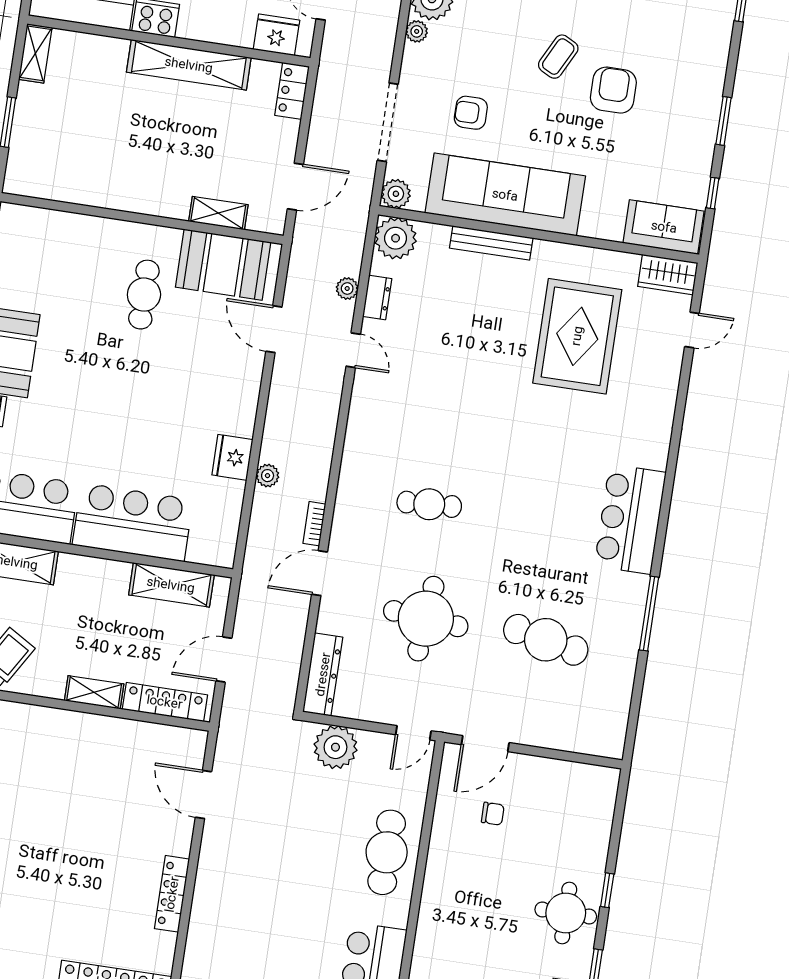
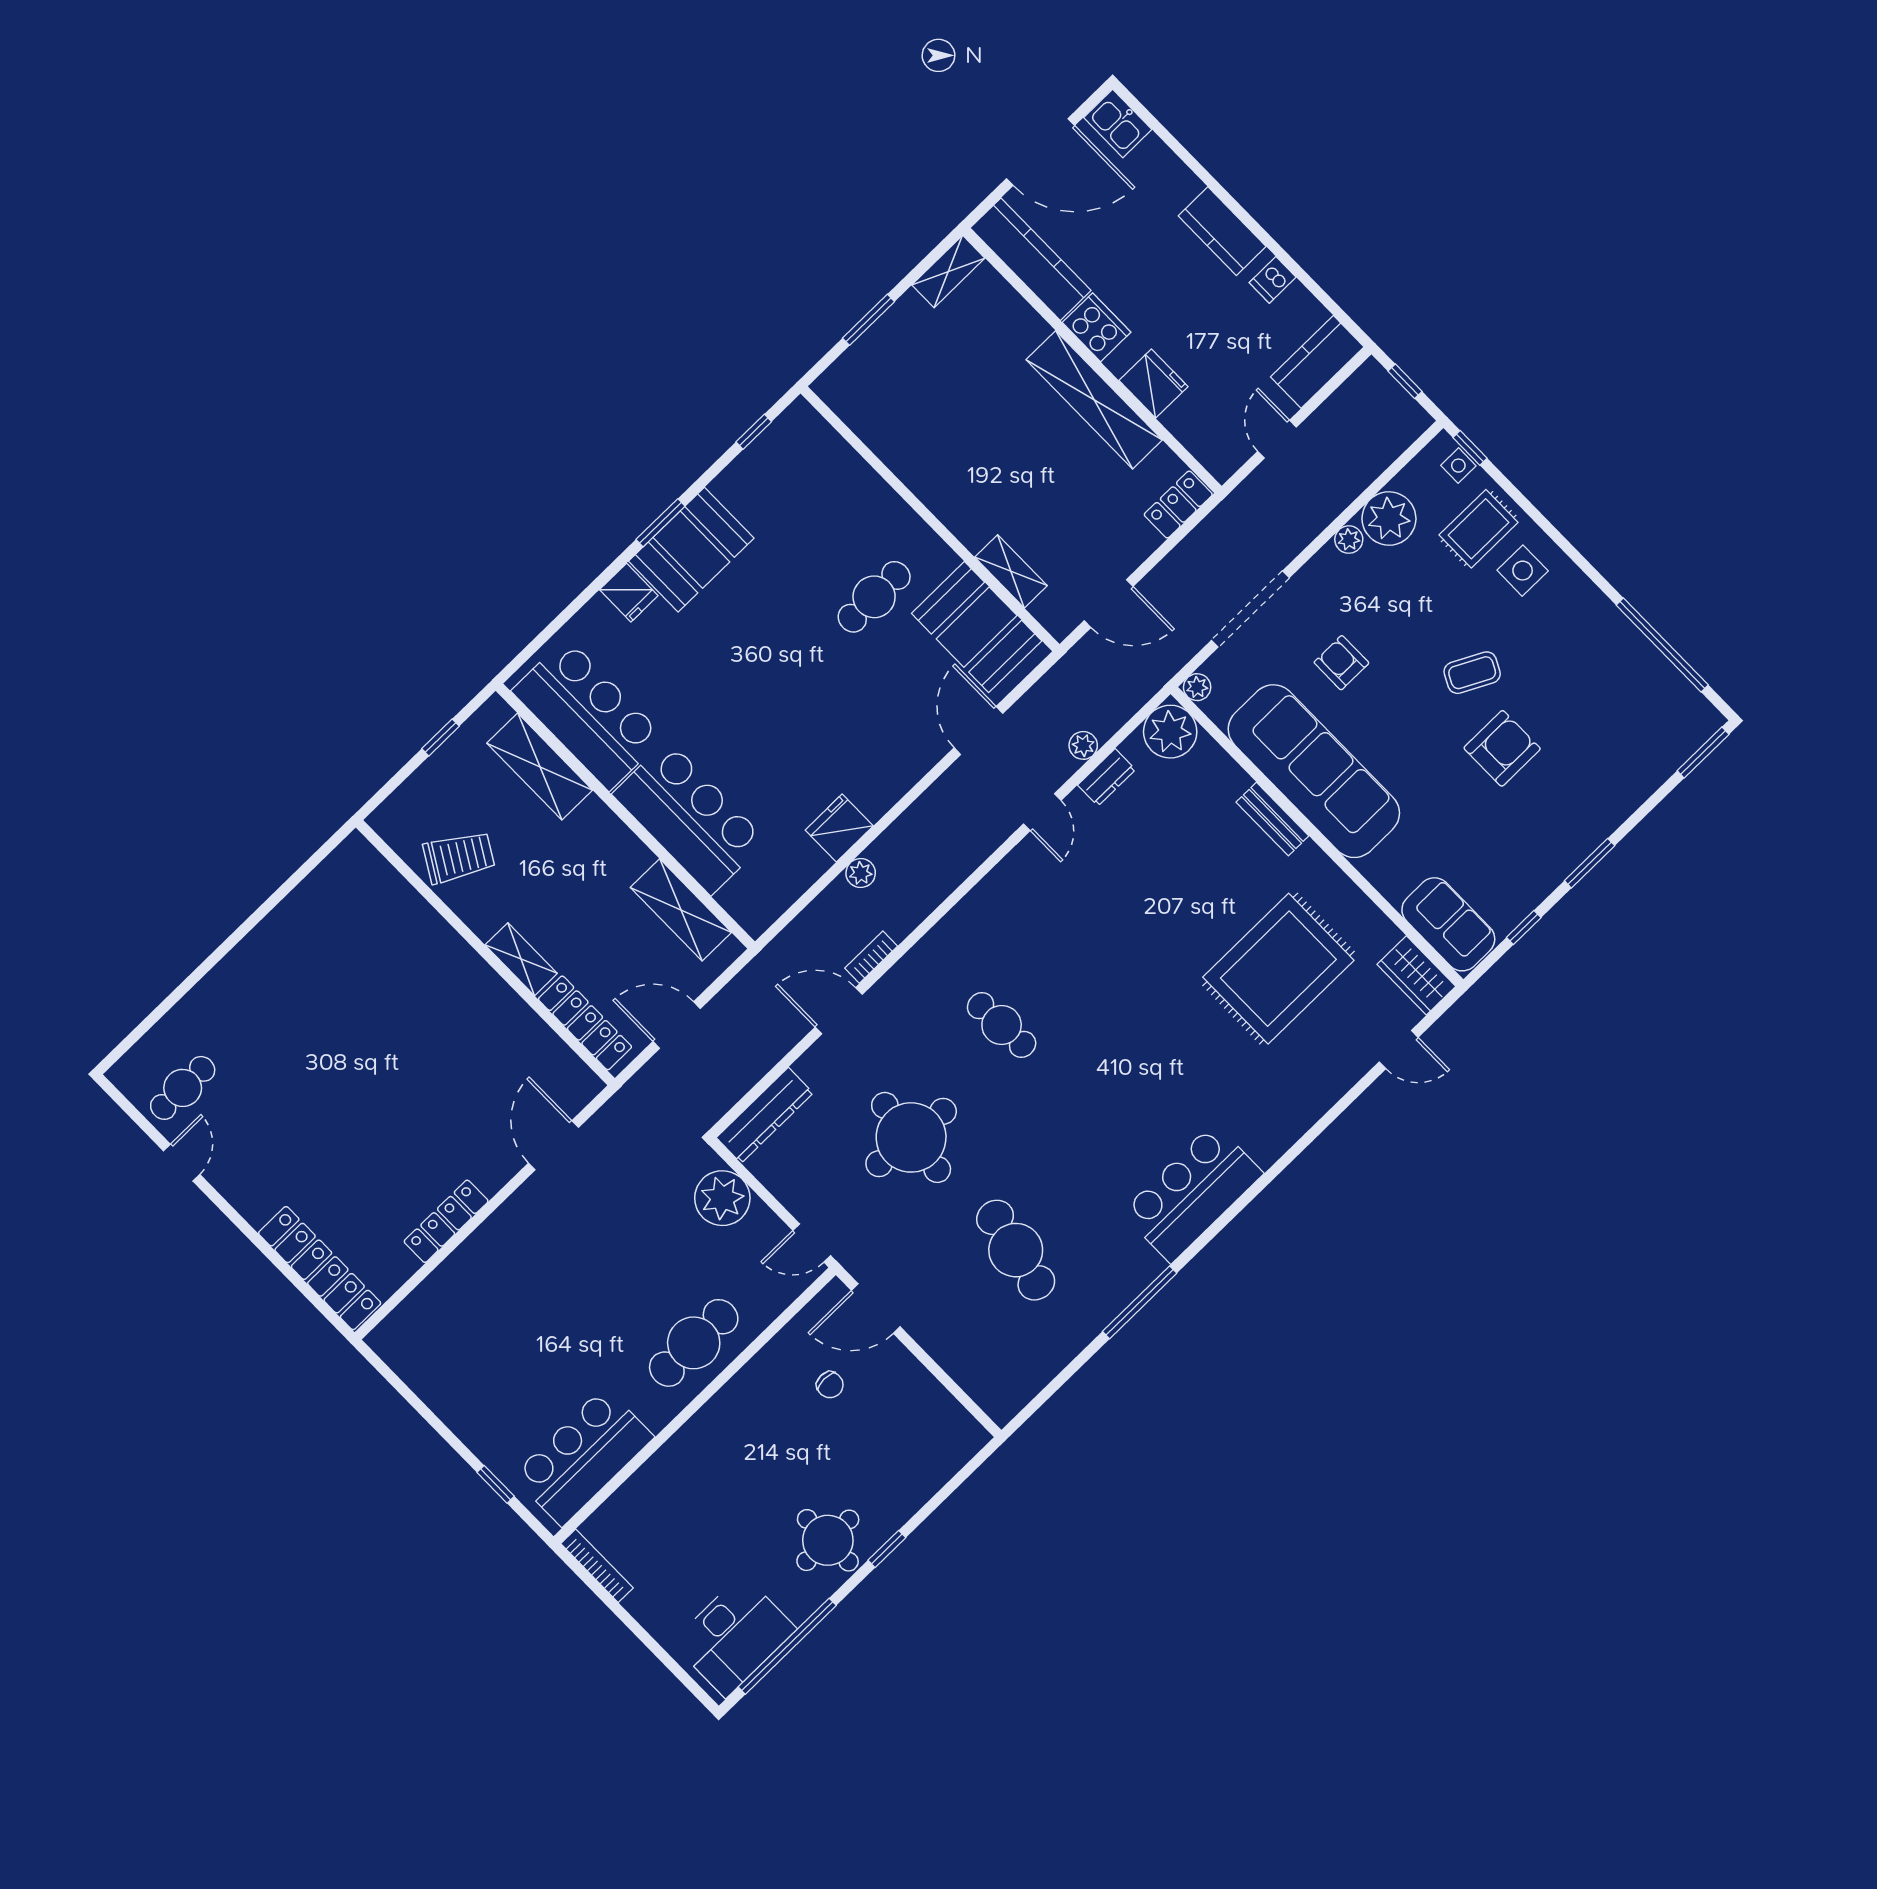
fridge: (276, 35) -> (1153, 384), moved
plant: (396, 194) -> (1197, 687), width x0.73, depth x0.73
bench: (491, 243) -> (1272, 819), width x0.73

